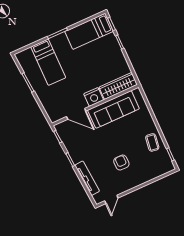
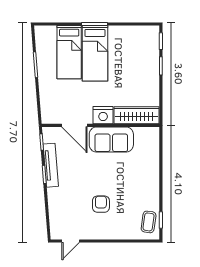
bed: (89, 31) -> (95, 53), moved, turned -90
sofa: (113, 109) -> (111, 139), width x0.73
coffee table: (152, 142) -> (149, 222), moved
tv unit: (87, 178) -> (51, 165), moved

